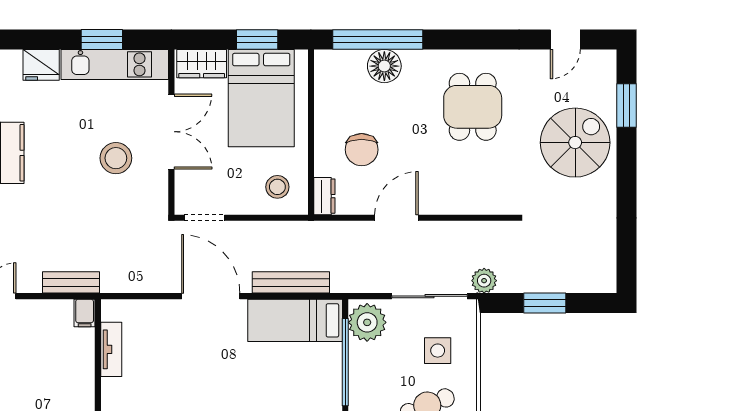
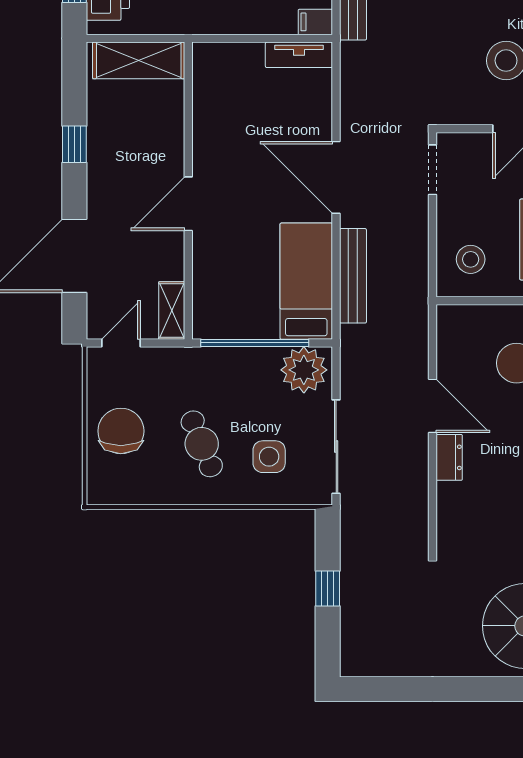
dresser: (324, 196) -> (449, 457), moved, turned -90
plant: (484, 281) -> (355, 514), removed
door: (211, 296) -> (336, 177), swing flipped
window: (545, 303) -> (328, 589), width x0.67
tv unit: (111, 349) -> (299, 55), moved

